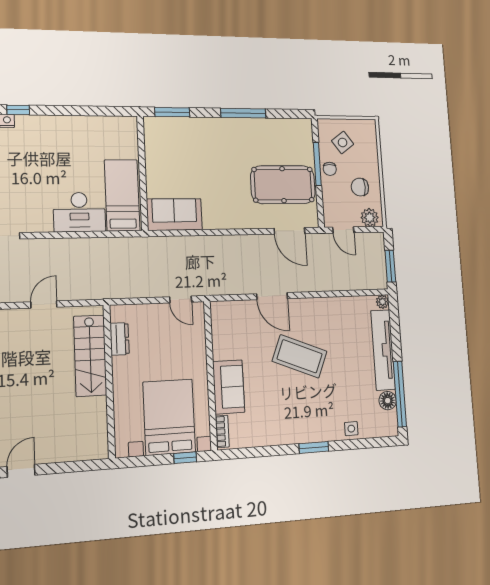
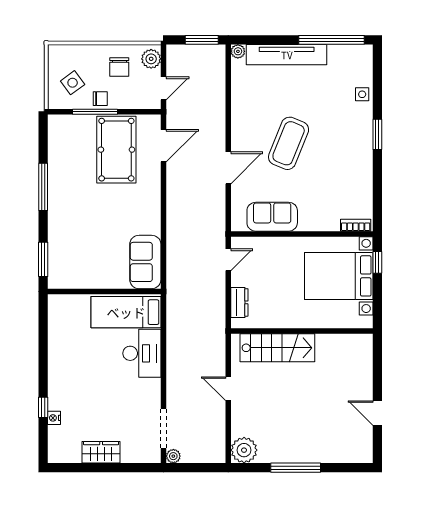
dresser: (120, 339) -> (239, 302), moved, turned 90
sofa: (229, 387) -> (272, 217), moved
floor lamp: (388, 401) -> (337, 53), removed

